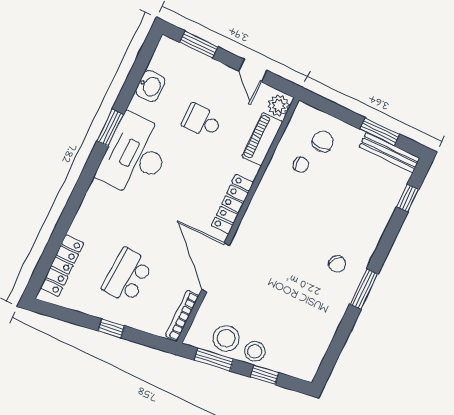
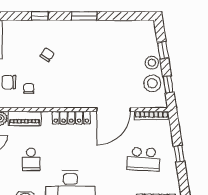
window: (408, 198) -> (40, 16), moved
chair: (337, 264) -> (47, 55), moved
window: (214, 360) -> (168, 84), width x0.67

